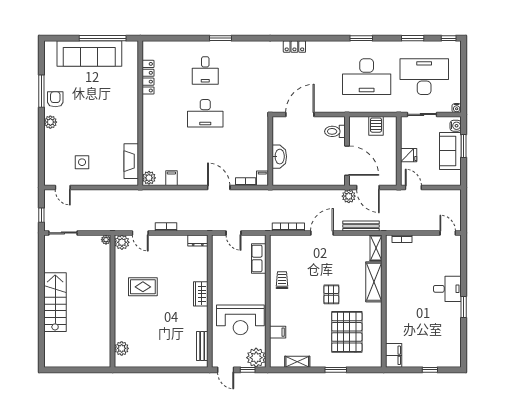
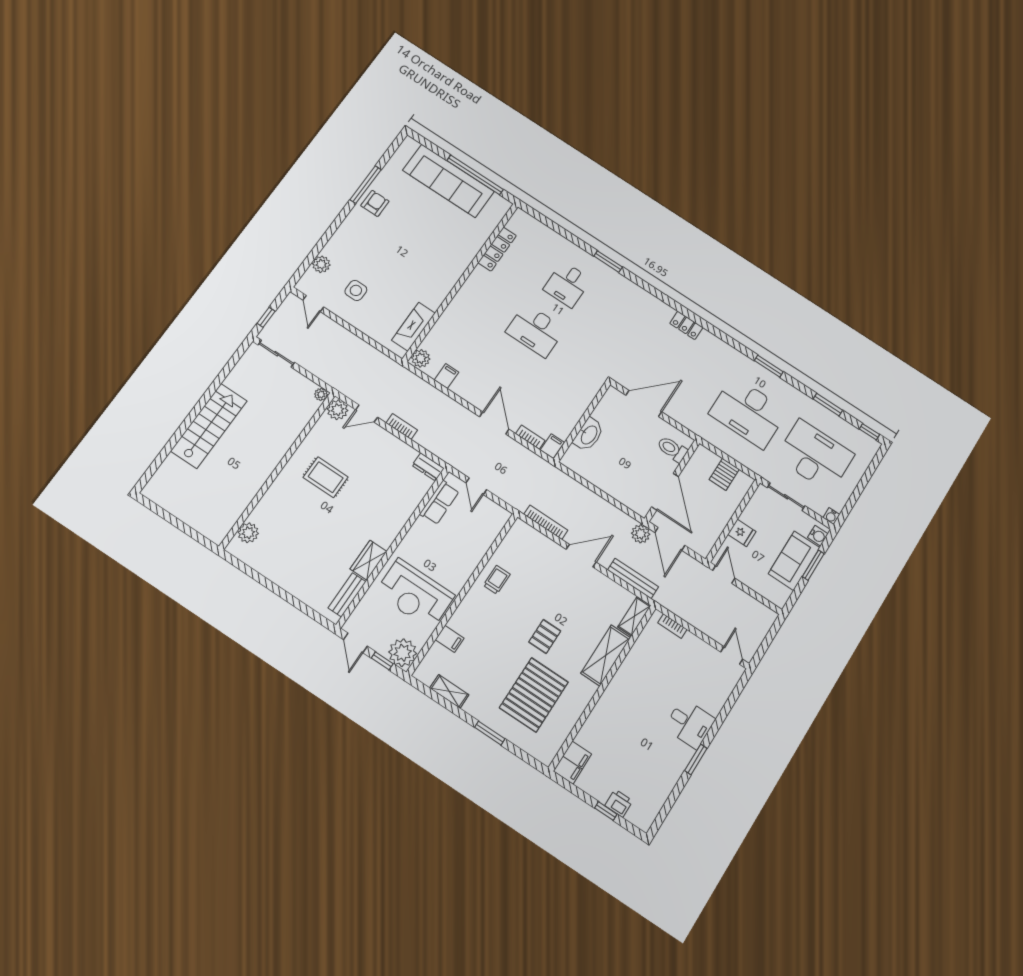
plant: (50, 122) -> (321, 264), moved
door: (140, 233) -> (367, 414), hinge flipped
row of seats: (259, 258) -> (439, 503), moved, turned 180
wardrobe: (201, 294) -> (368, 560), moved
printer: (435, 361) -> (619, 803), added

